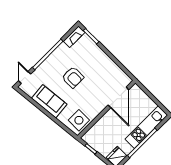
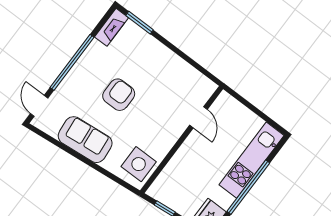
armchair: (73, 77) -> (119, 95), turned -90
door: (118, 97) -> (199, 117), width x0.53

